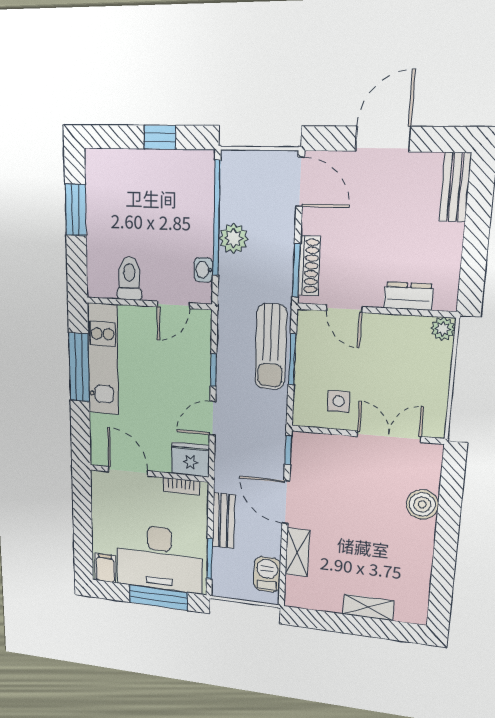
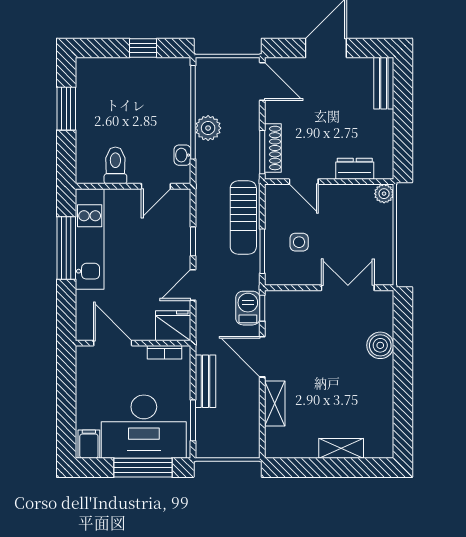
window: (292, 359) -> (262, 251), moved
side table: (339, 401) -> (299, 242), moved
barbecue: (267, 574) -> (248, 308), moved

